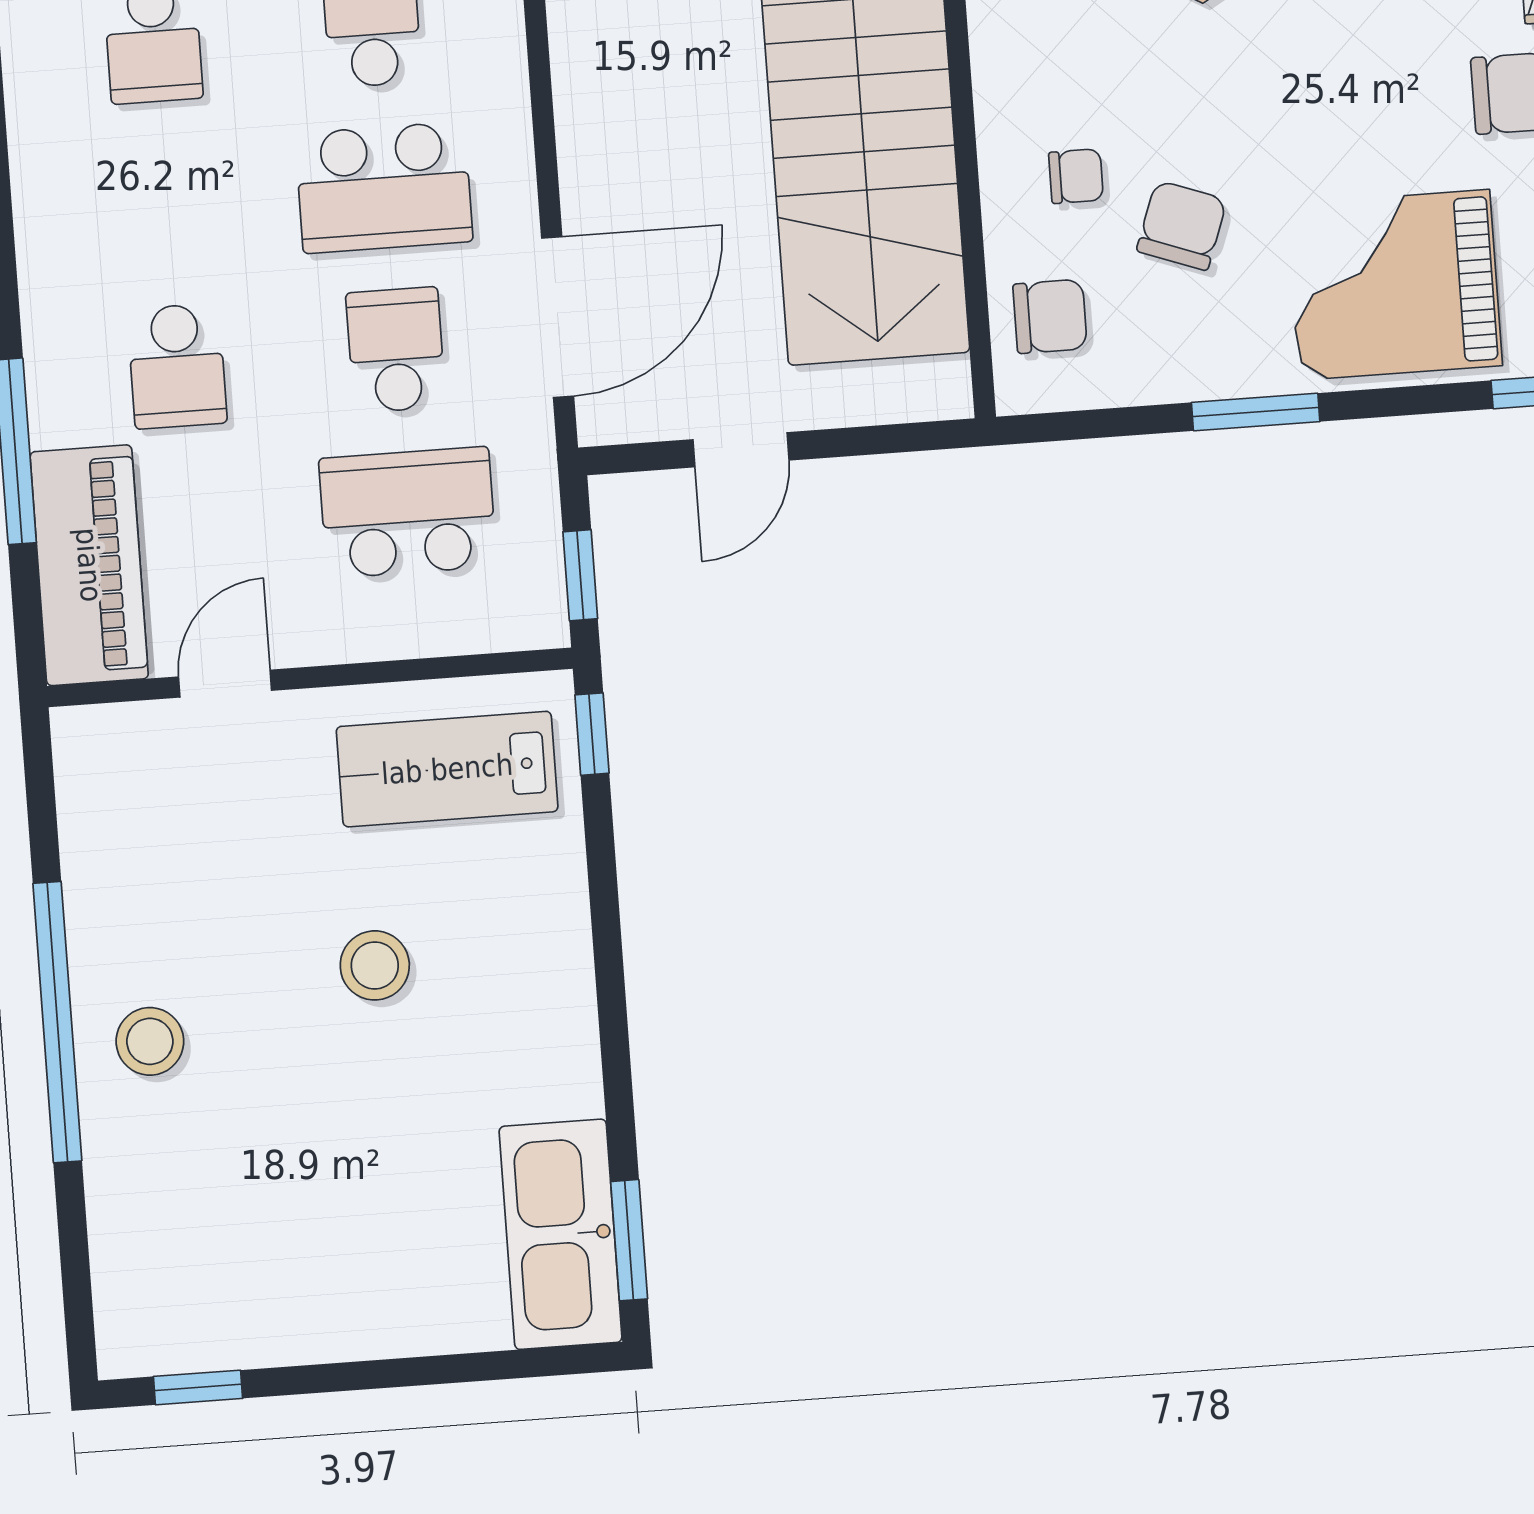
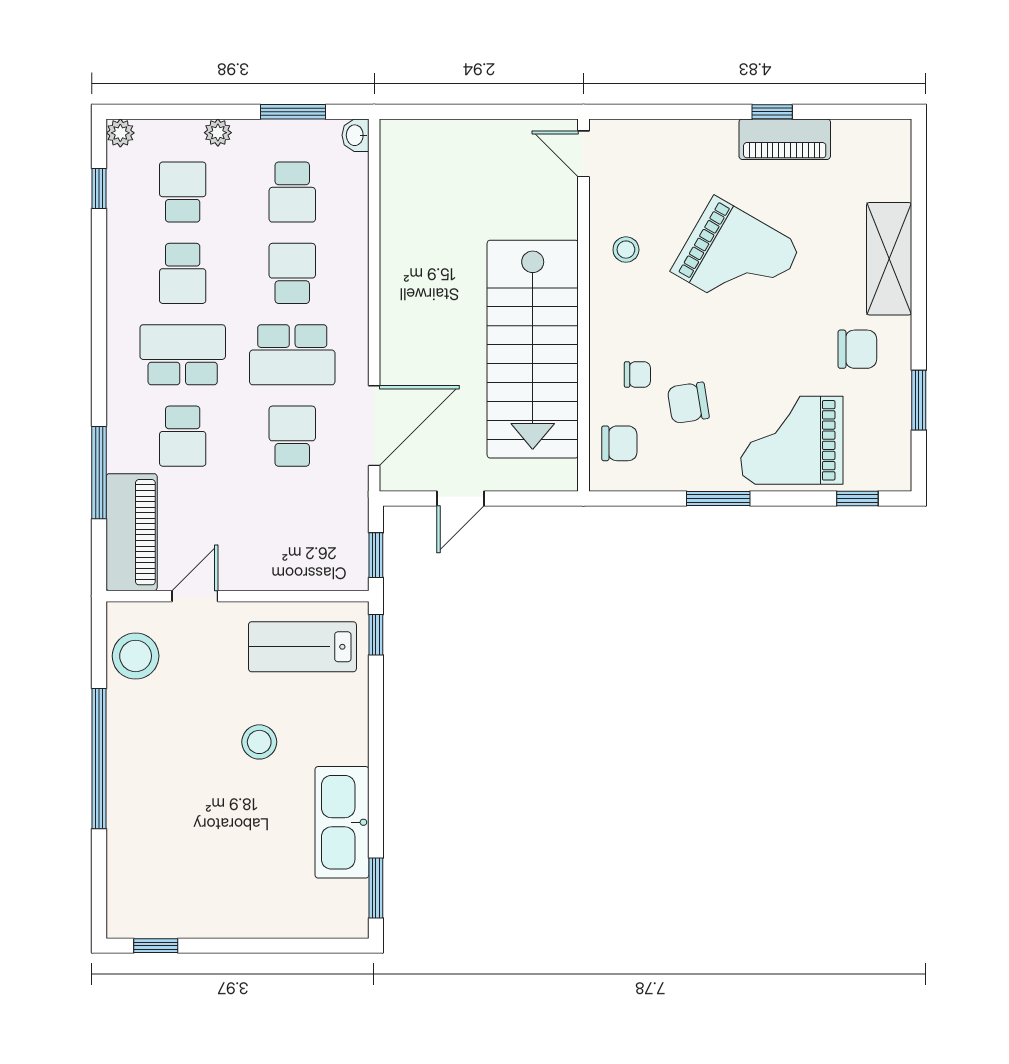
chair: (1182, 225) -> (688, 403), turned -119
school desk: (408, 512) -> (183, 355), moved
stool: (150, 1041) -> (136, 656), moved, width x1.38, depth x1.38
kitchen sink: (561, 1234) -> (342, 822), moved

